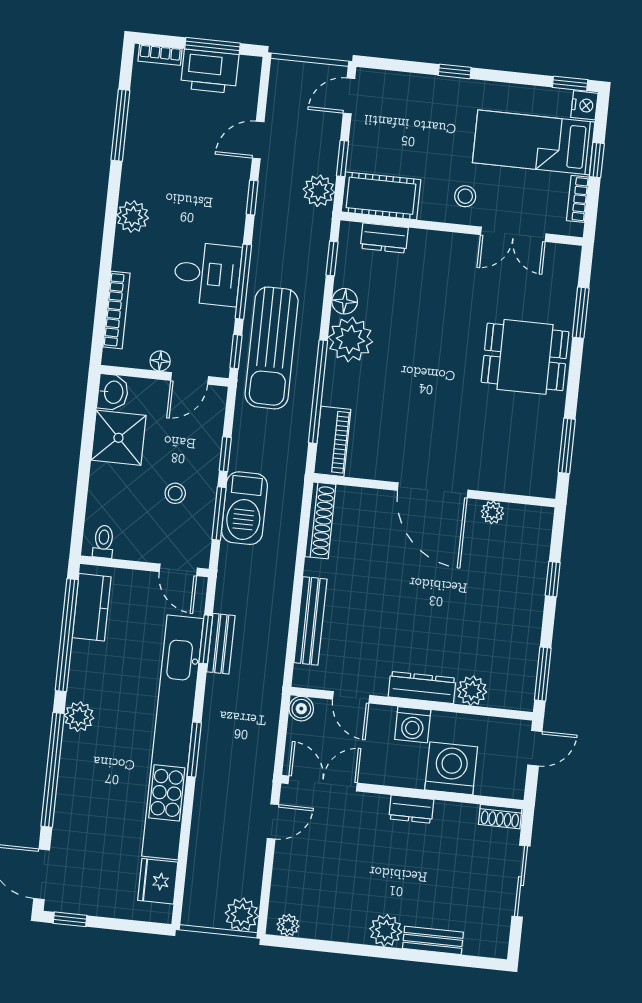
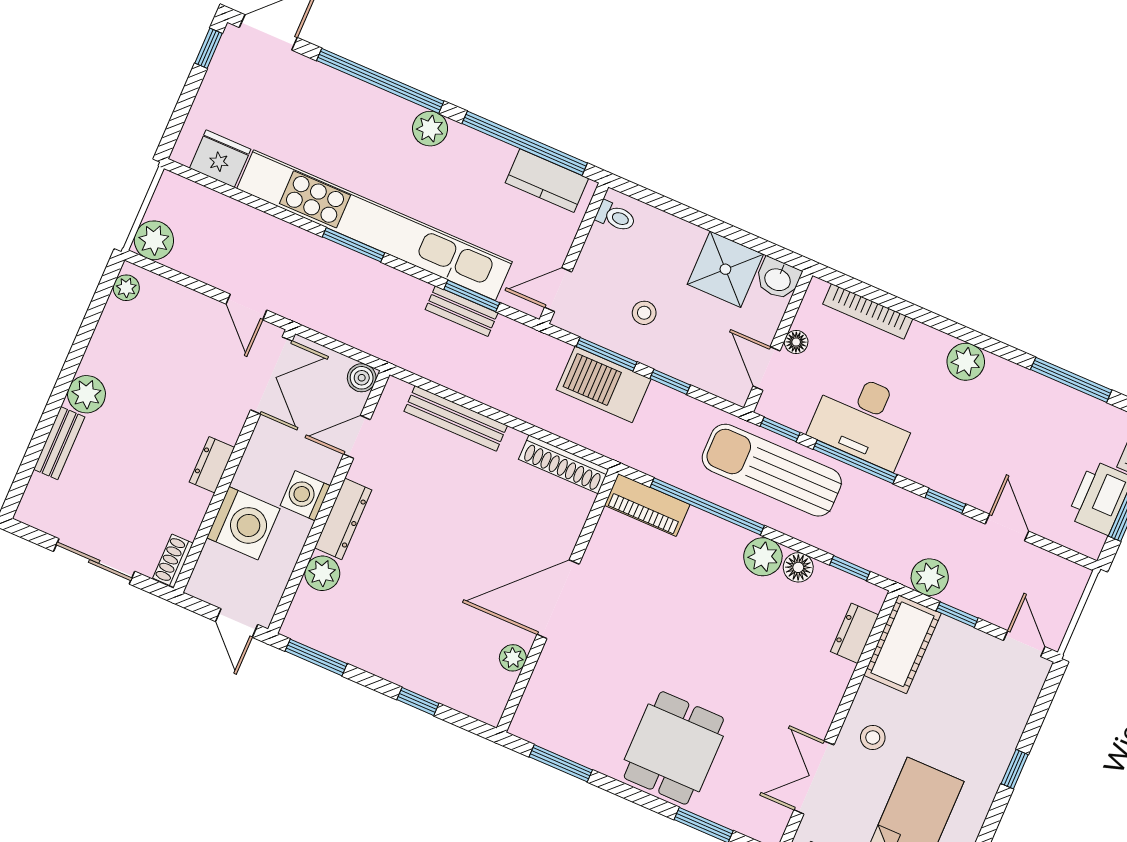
desk: (207, 274) -> (864, 419), width x1.37
plant: (350, 340) -> (763, 557), width x0.73, depth x0.73

